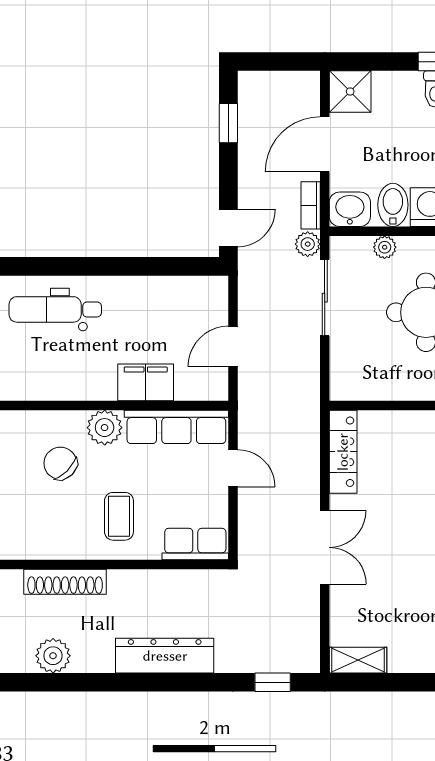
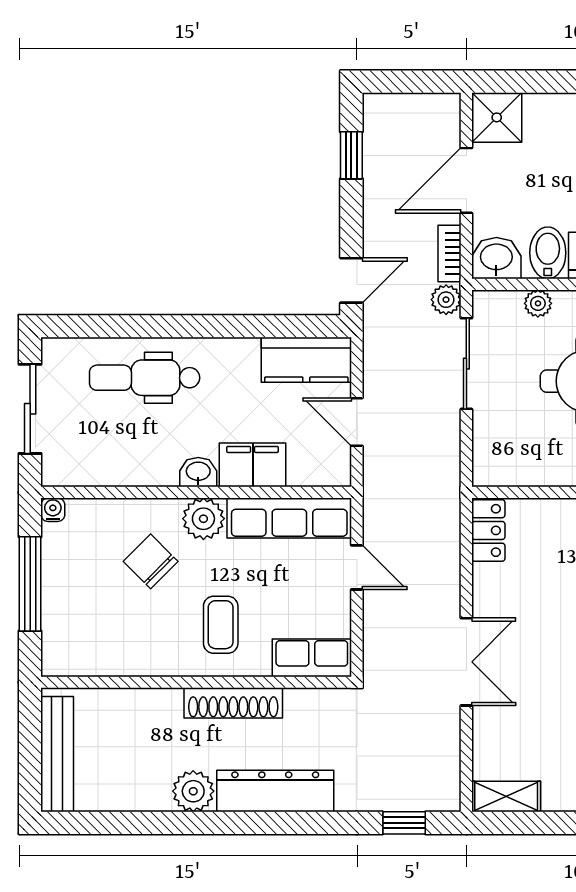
kitchen counter: (191, 294) -> (306, 360), added
door: (233, 346) -> (357, 422), hinge flipped
washbasin: (100, 388) -> (198, 472), added
locker: (343, 452) -> (488, 530), width x0.66
shoe rack: (65, 582) -> (233, 703), moved
plant: (53, 656) -> (193, 791), moved

